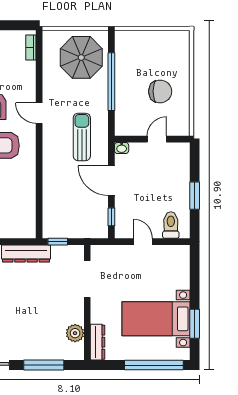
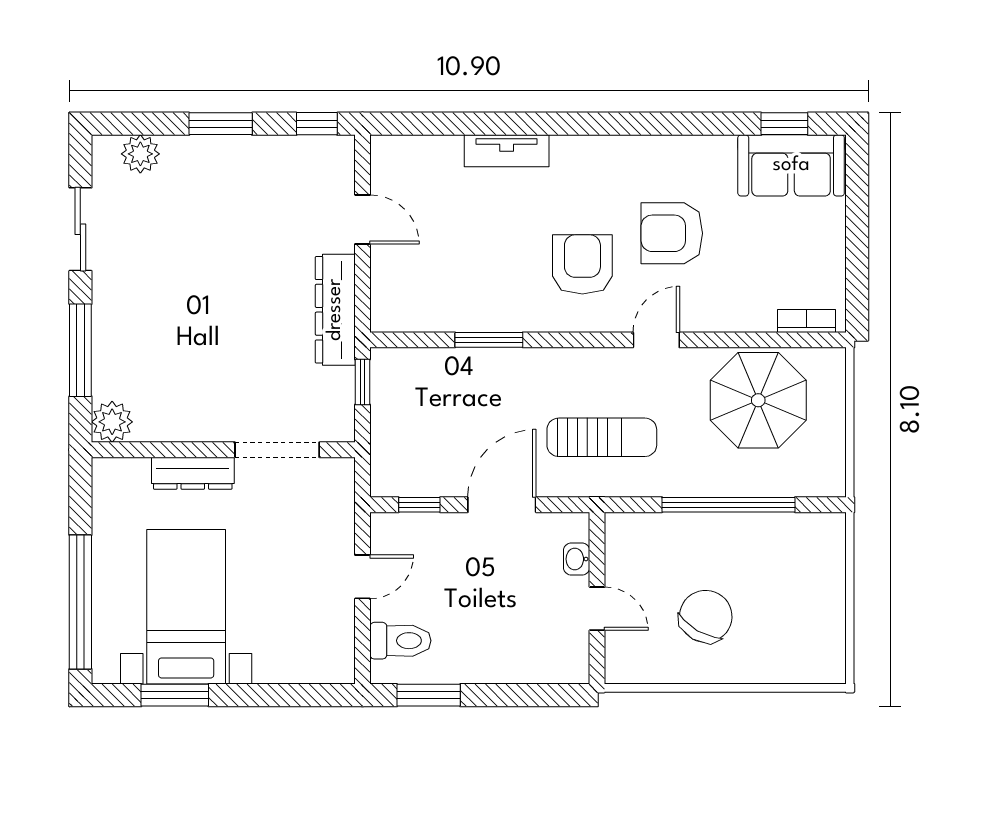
parasol: (81, 57) -> (758, 400), moved
chair: (160, 91) -> (706, 616), turned -150
washbasin: (122, 148) -> (577, 559), moved
window: (39, 186) -> (489, 340), added
window: (195, 196) -> (429, 695), moved
plant: (75, 333) -> (112, 422), moved
dresser: (98, 342) -> (193, 473), moved

